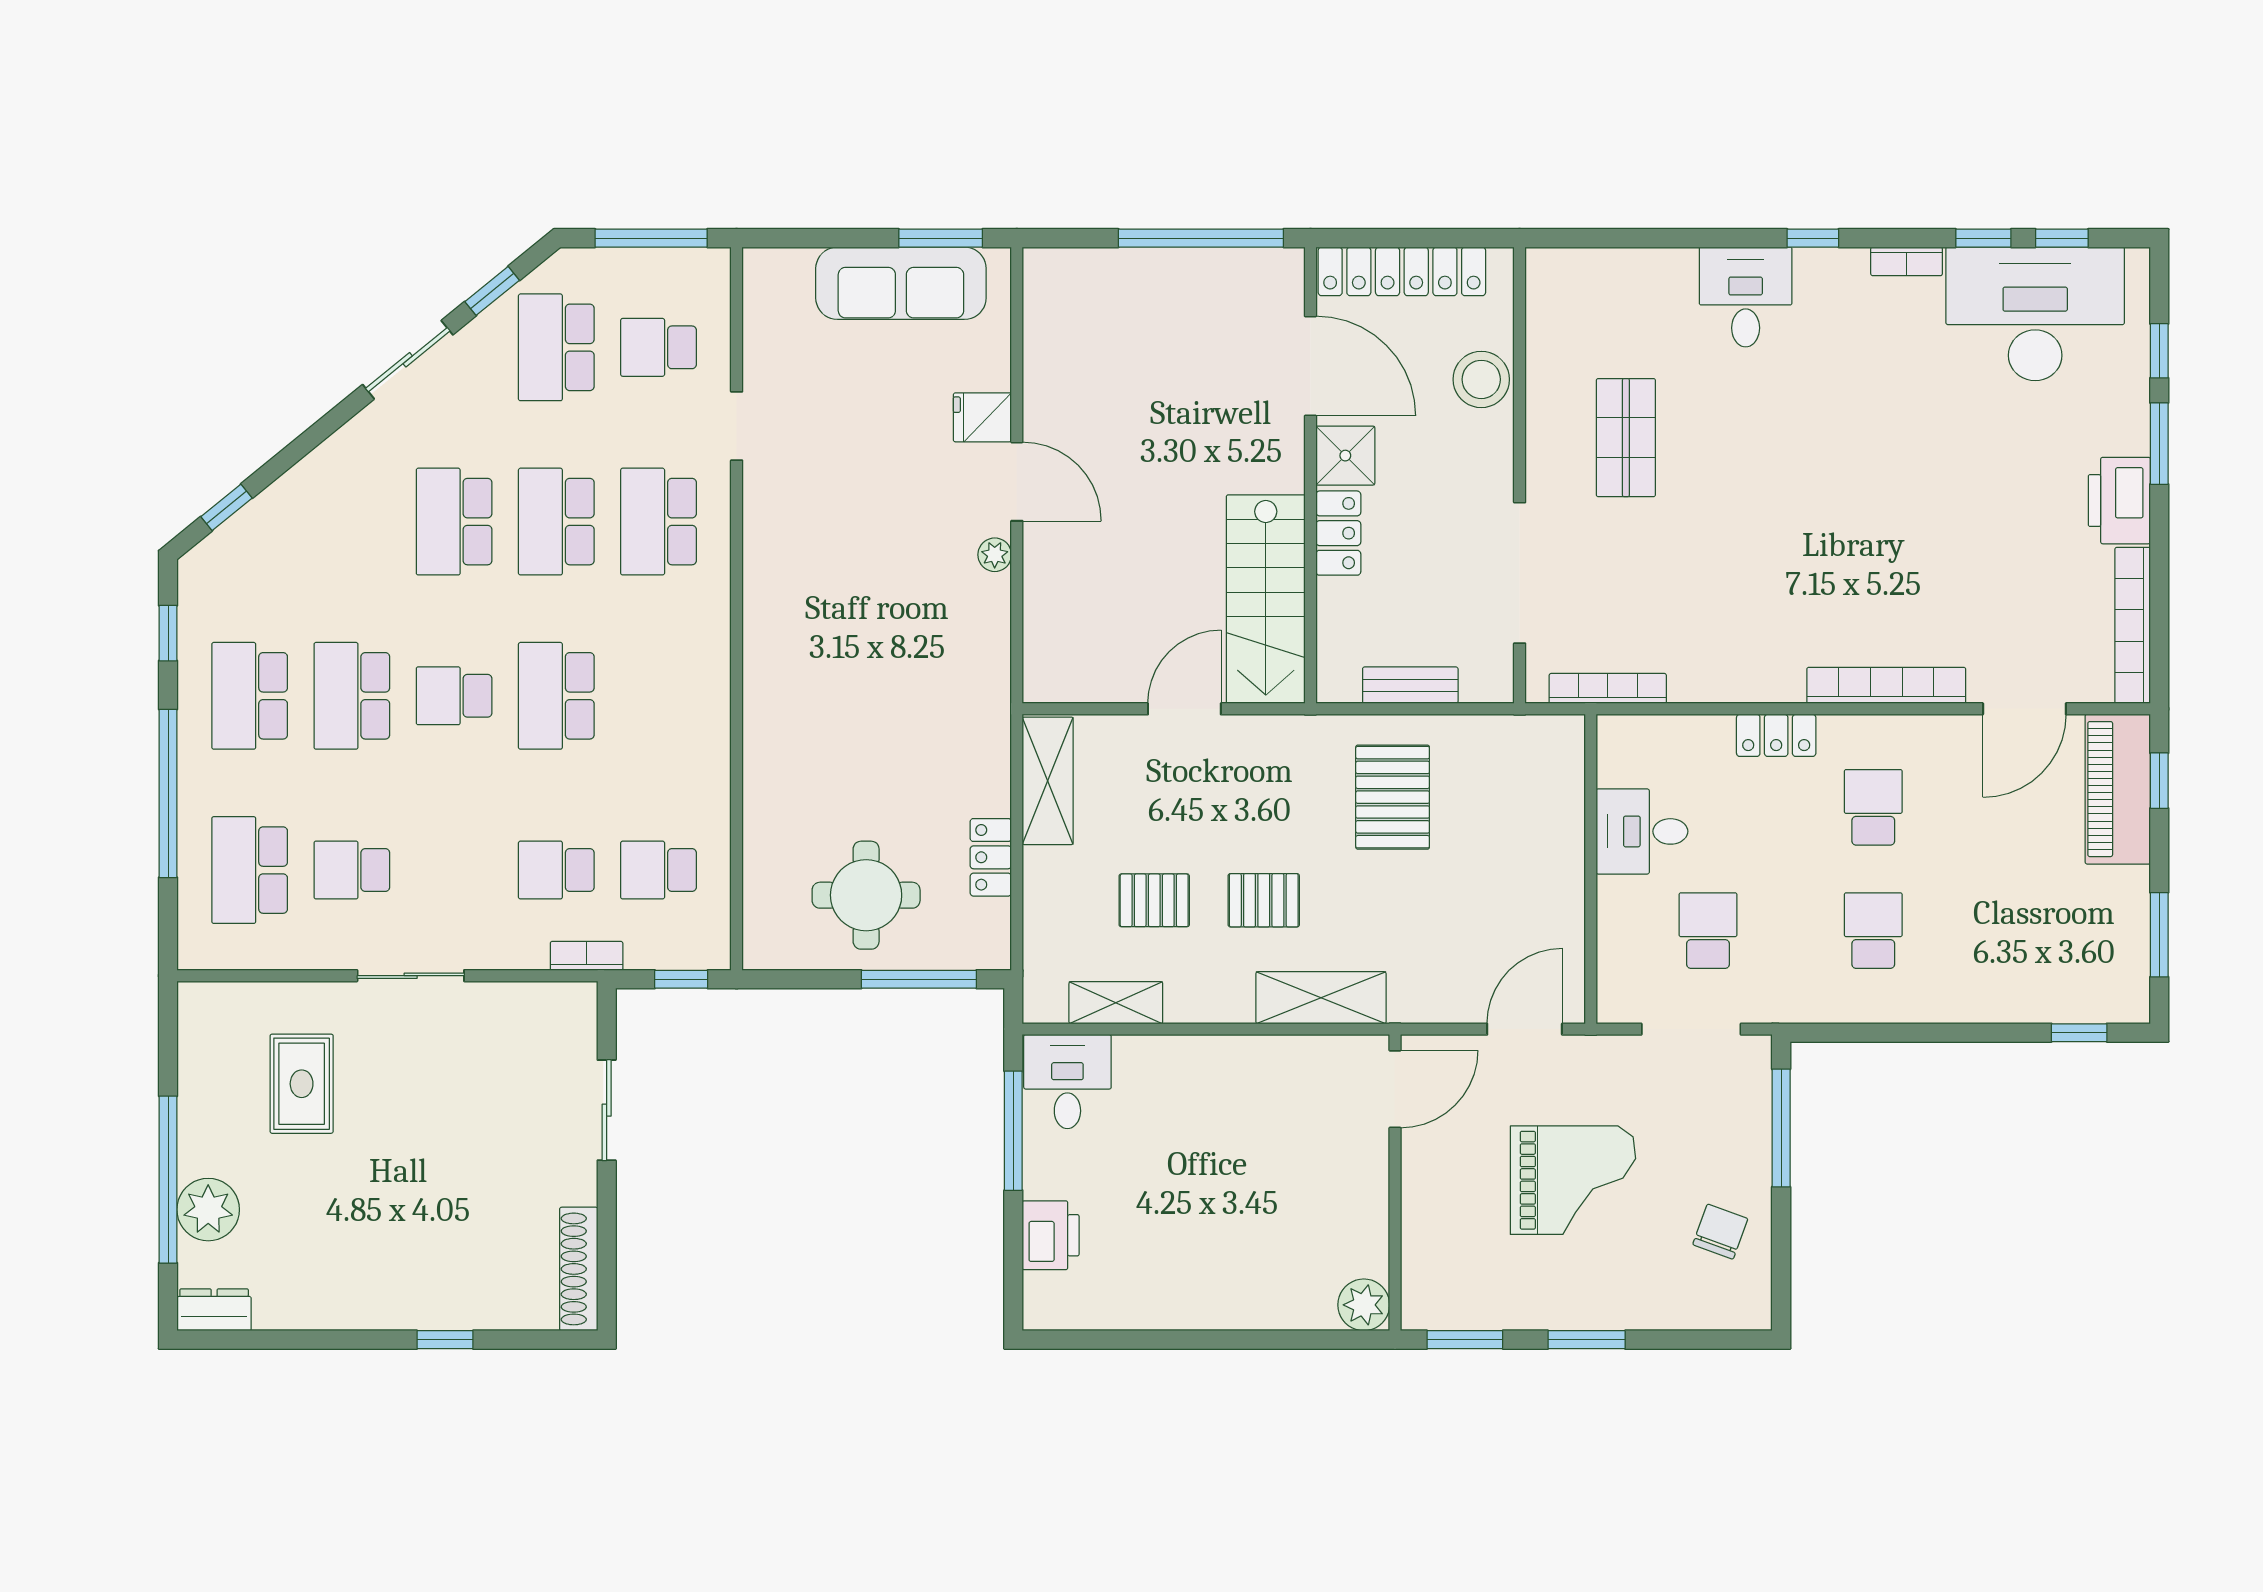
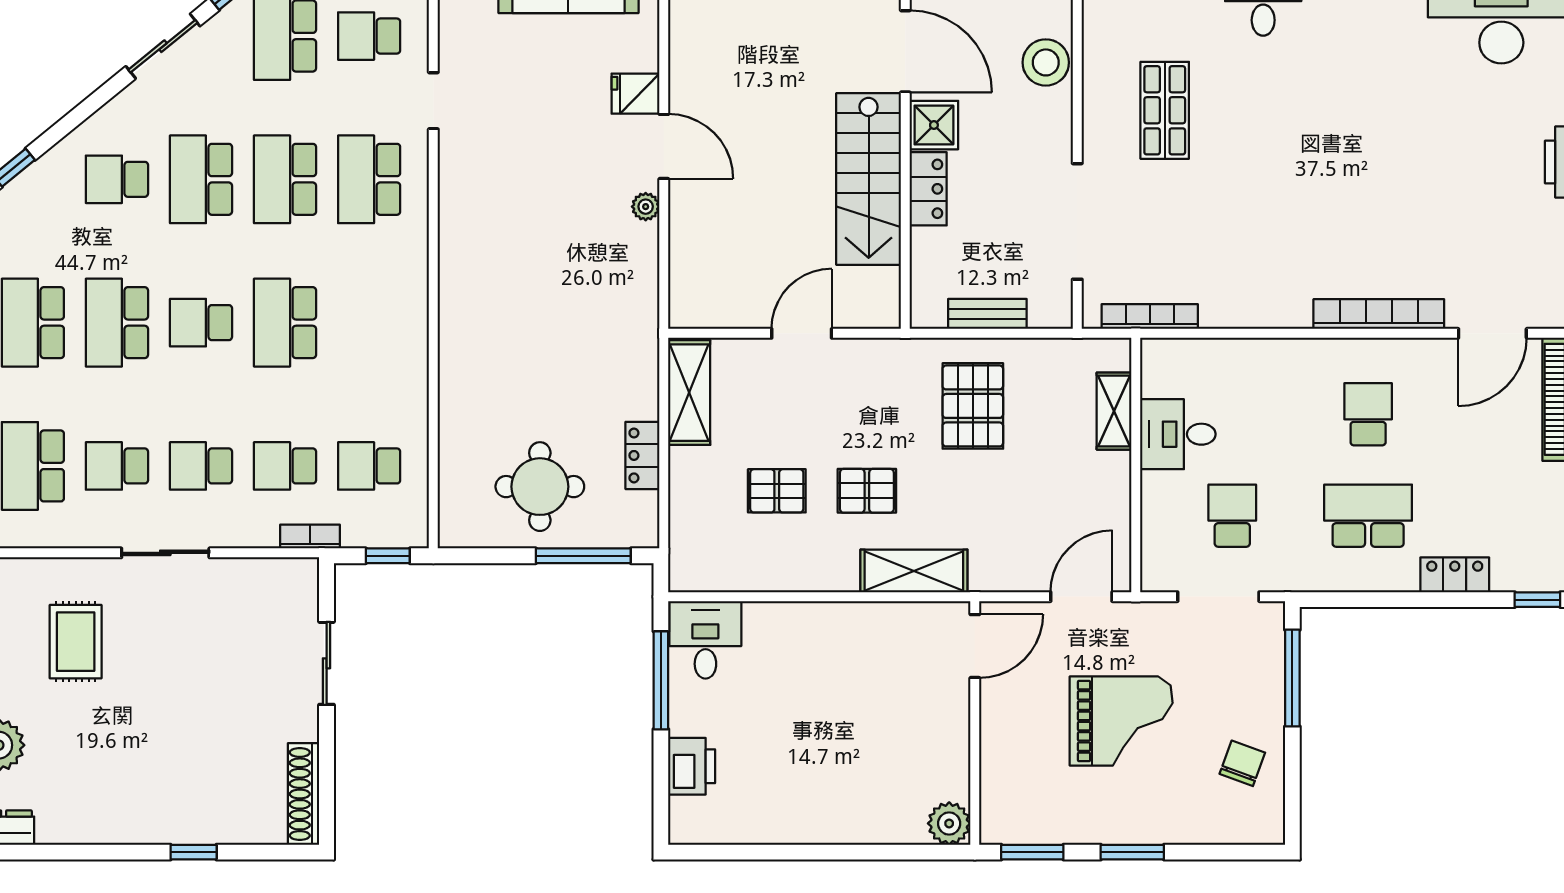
school desk: (352, 522) -> (117, 179), added
stairs: (1266, 599) -> (869, 179), moved
locker: (1776, 735) -> (1455, 575), moved, turned 180
school desk: (454, 870) -> (201, 466), added
school desk: (1873, 931) -> (1368, 516), width x1.85
shelving: (1116, 1003) -> (1114, 411), moved, turned 90

